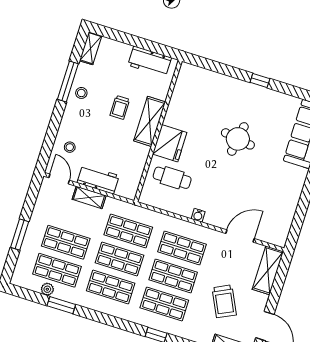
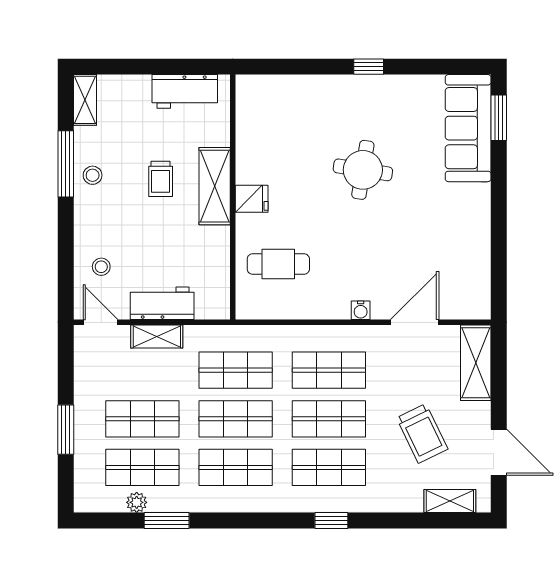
fridge: (170, 143) -> (252, 199), width x0.53, depth x0.75
water cooler: (198, 215) -> (361, 310), moved

